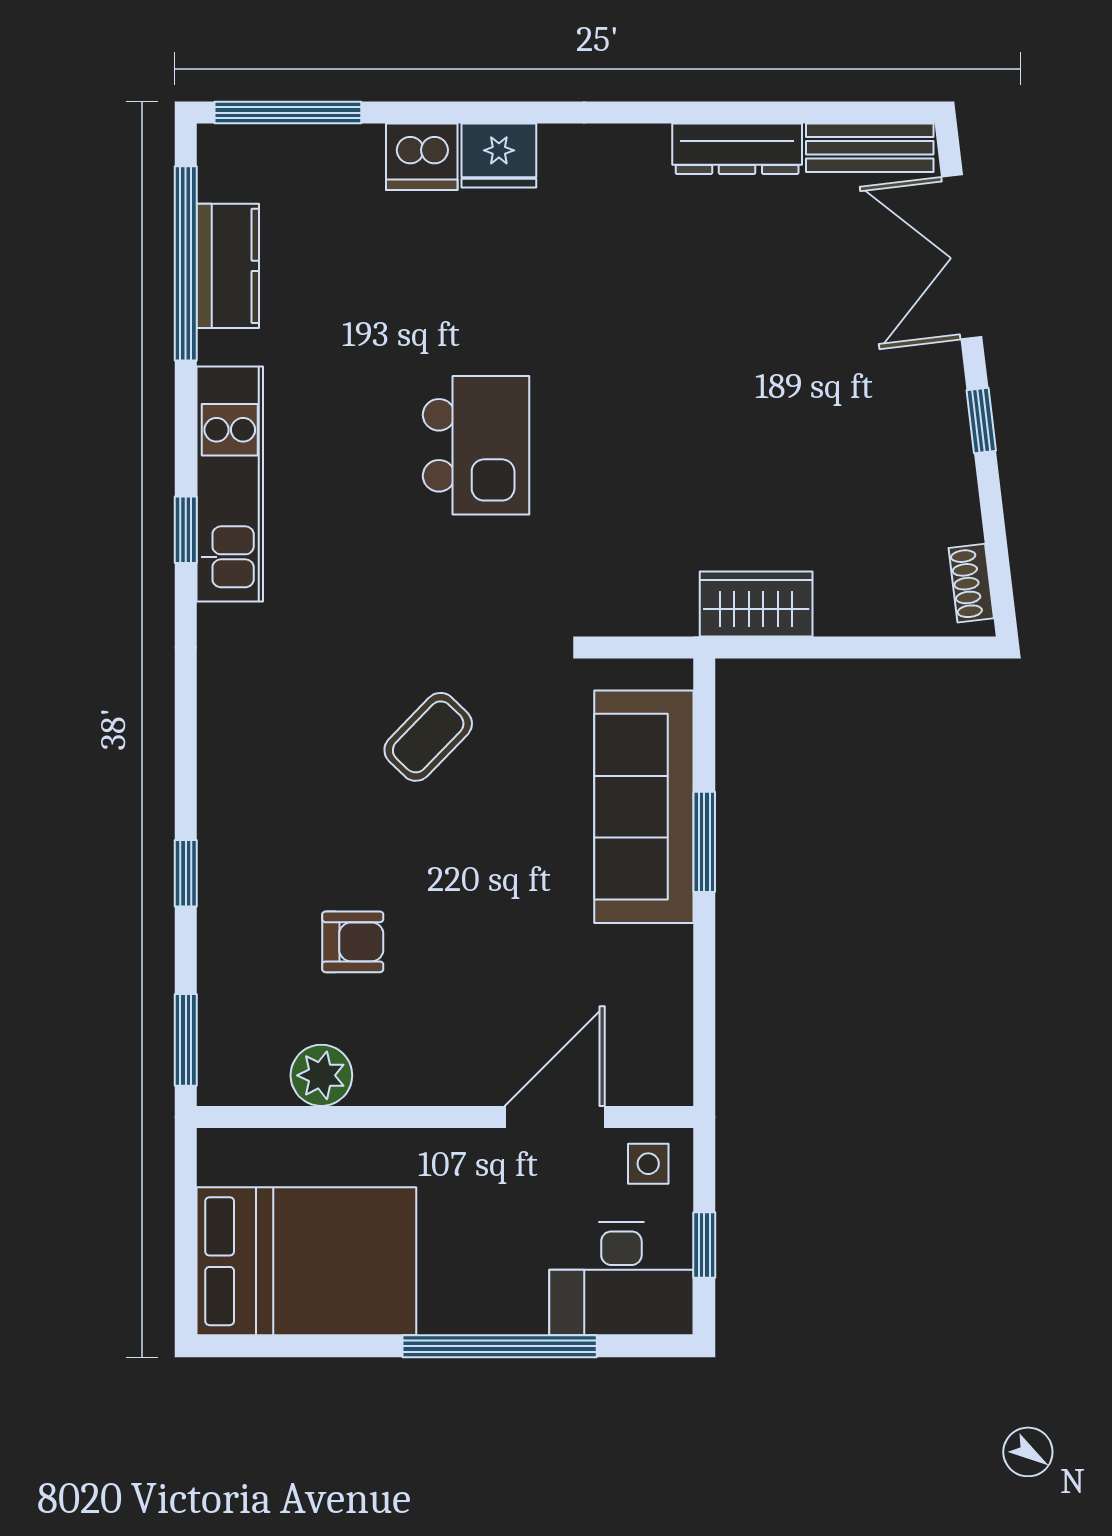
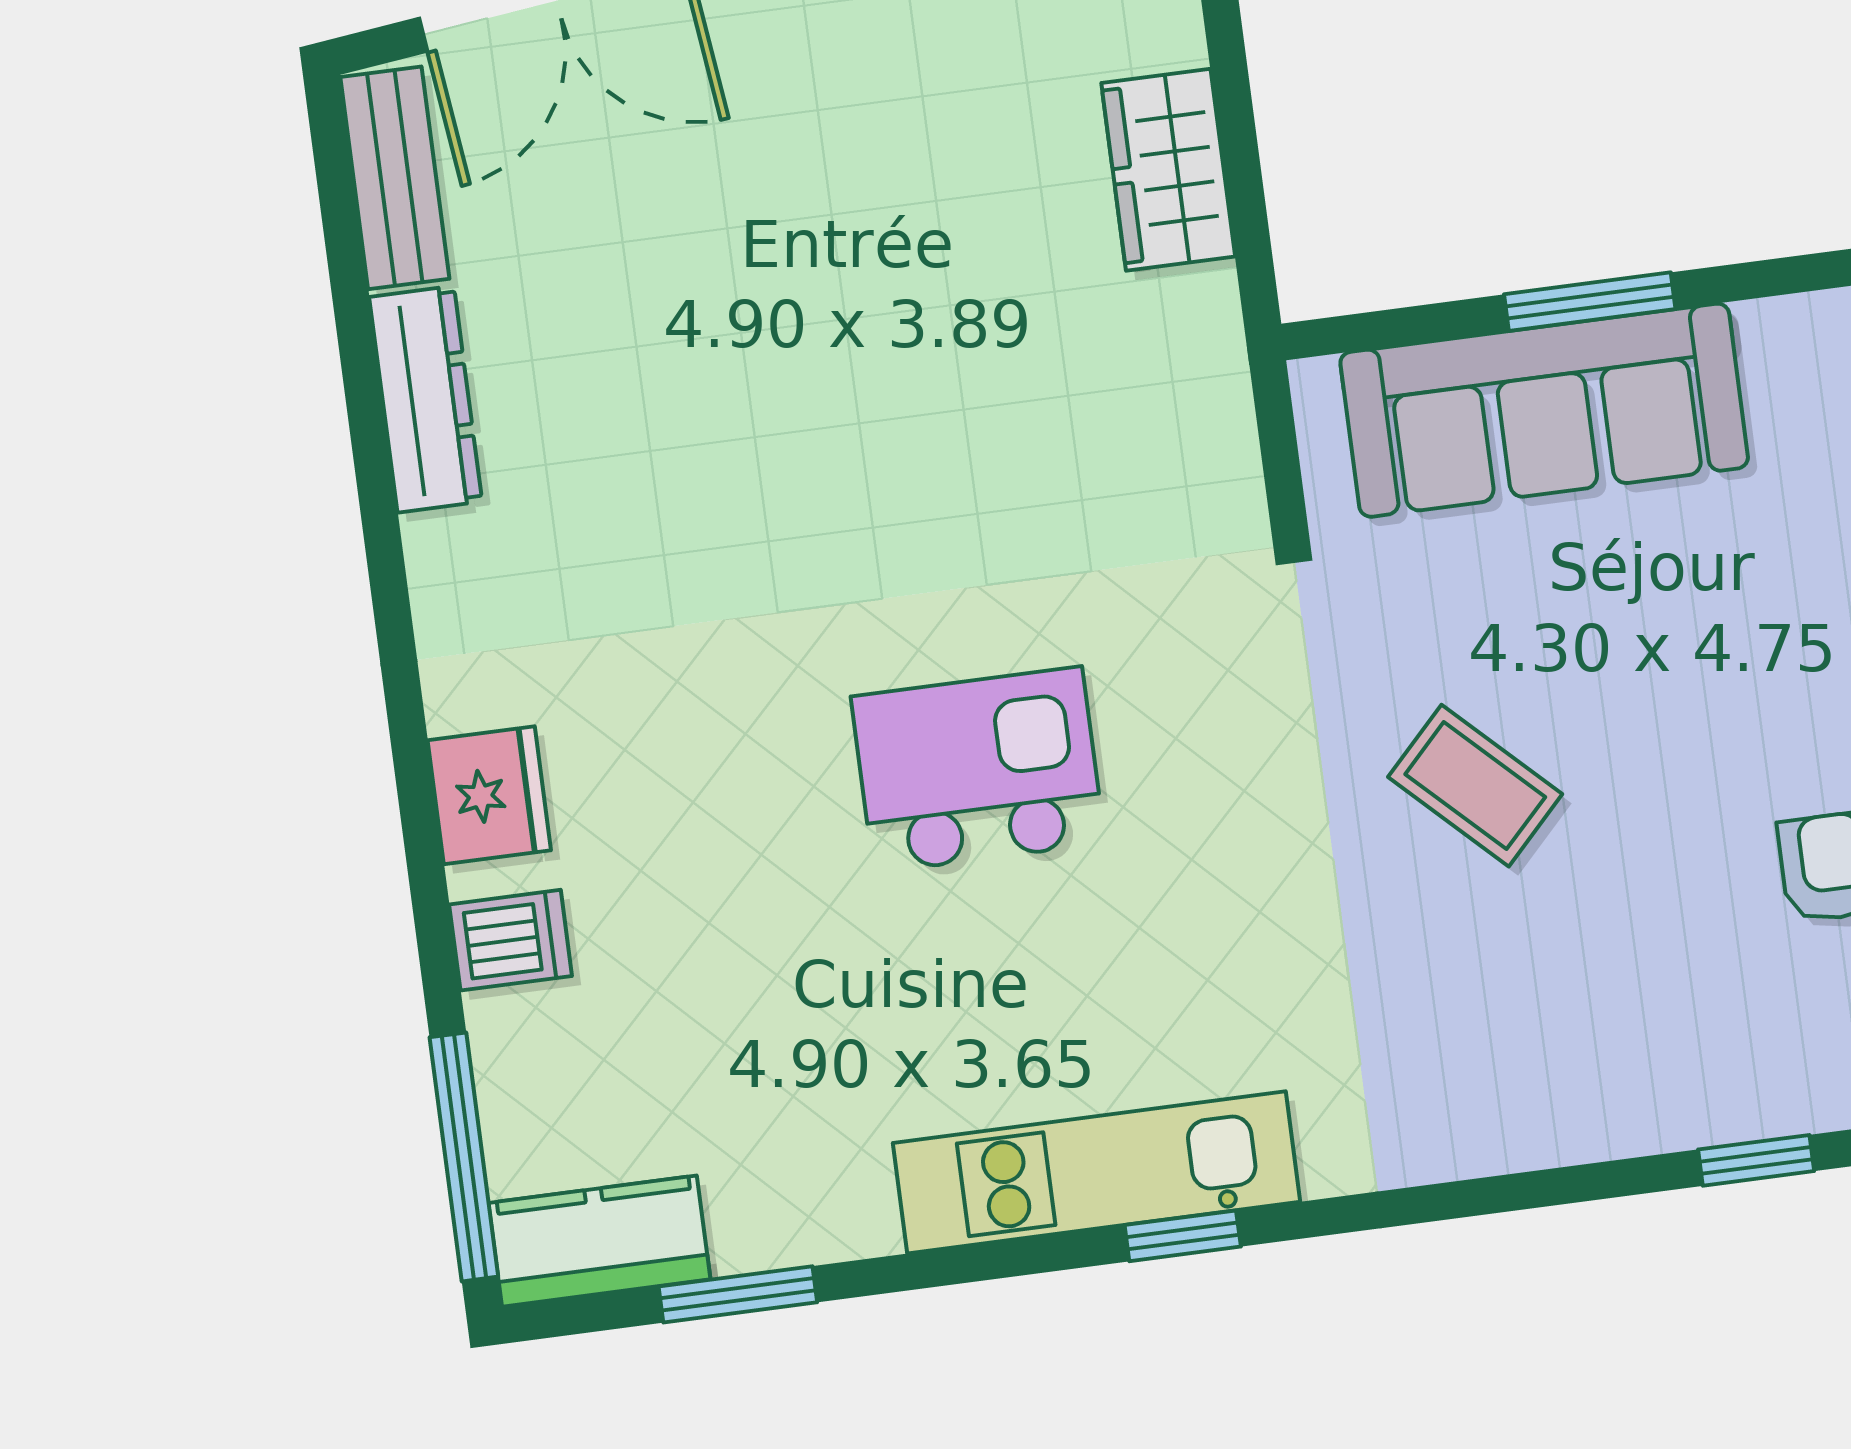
dishwasher: (422, 157) -> (511, 940), width x0.73
window: (186, 263) -> (738, 1294), width x0.47
kitchen counter: (228, 266) -> (599, 1241), moved
wardrobe: (756, 604) -> (1168, 170), moved

